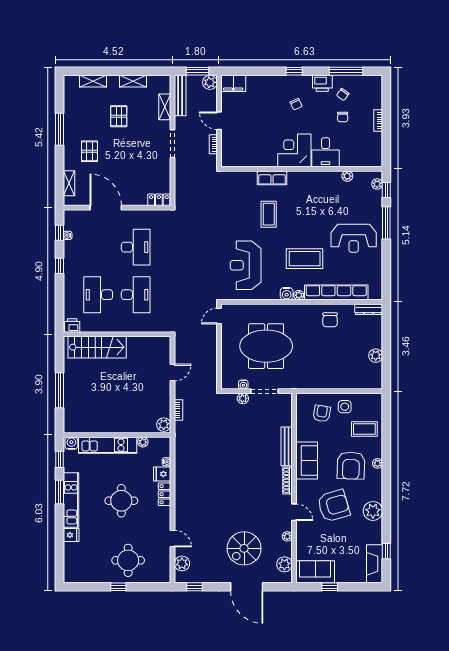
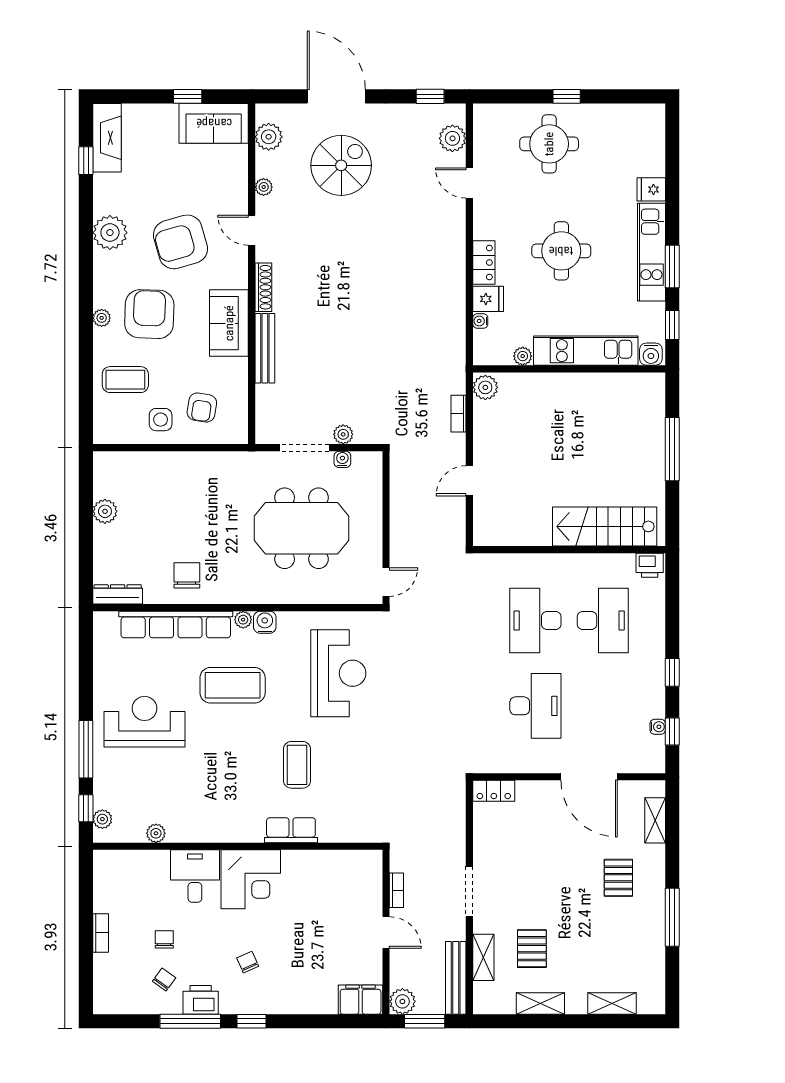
window: (346, 71) -> (190, 1021), moved
pallet: (119, 116) -> (532, 949), moved
desk: (136, 247) -> (535, 706), turned 180

